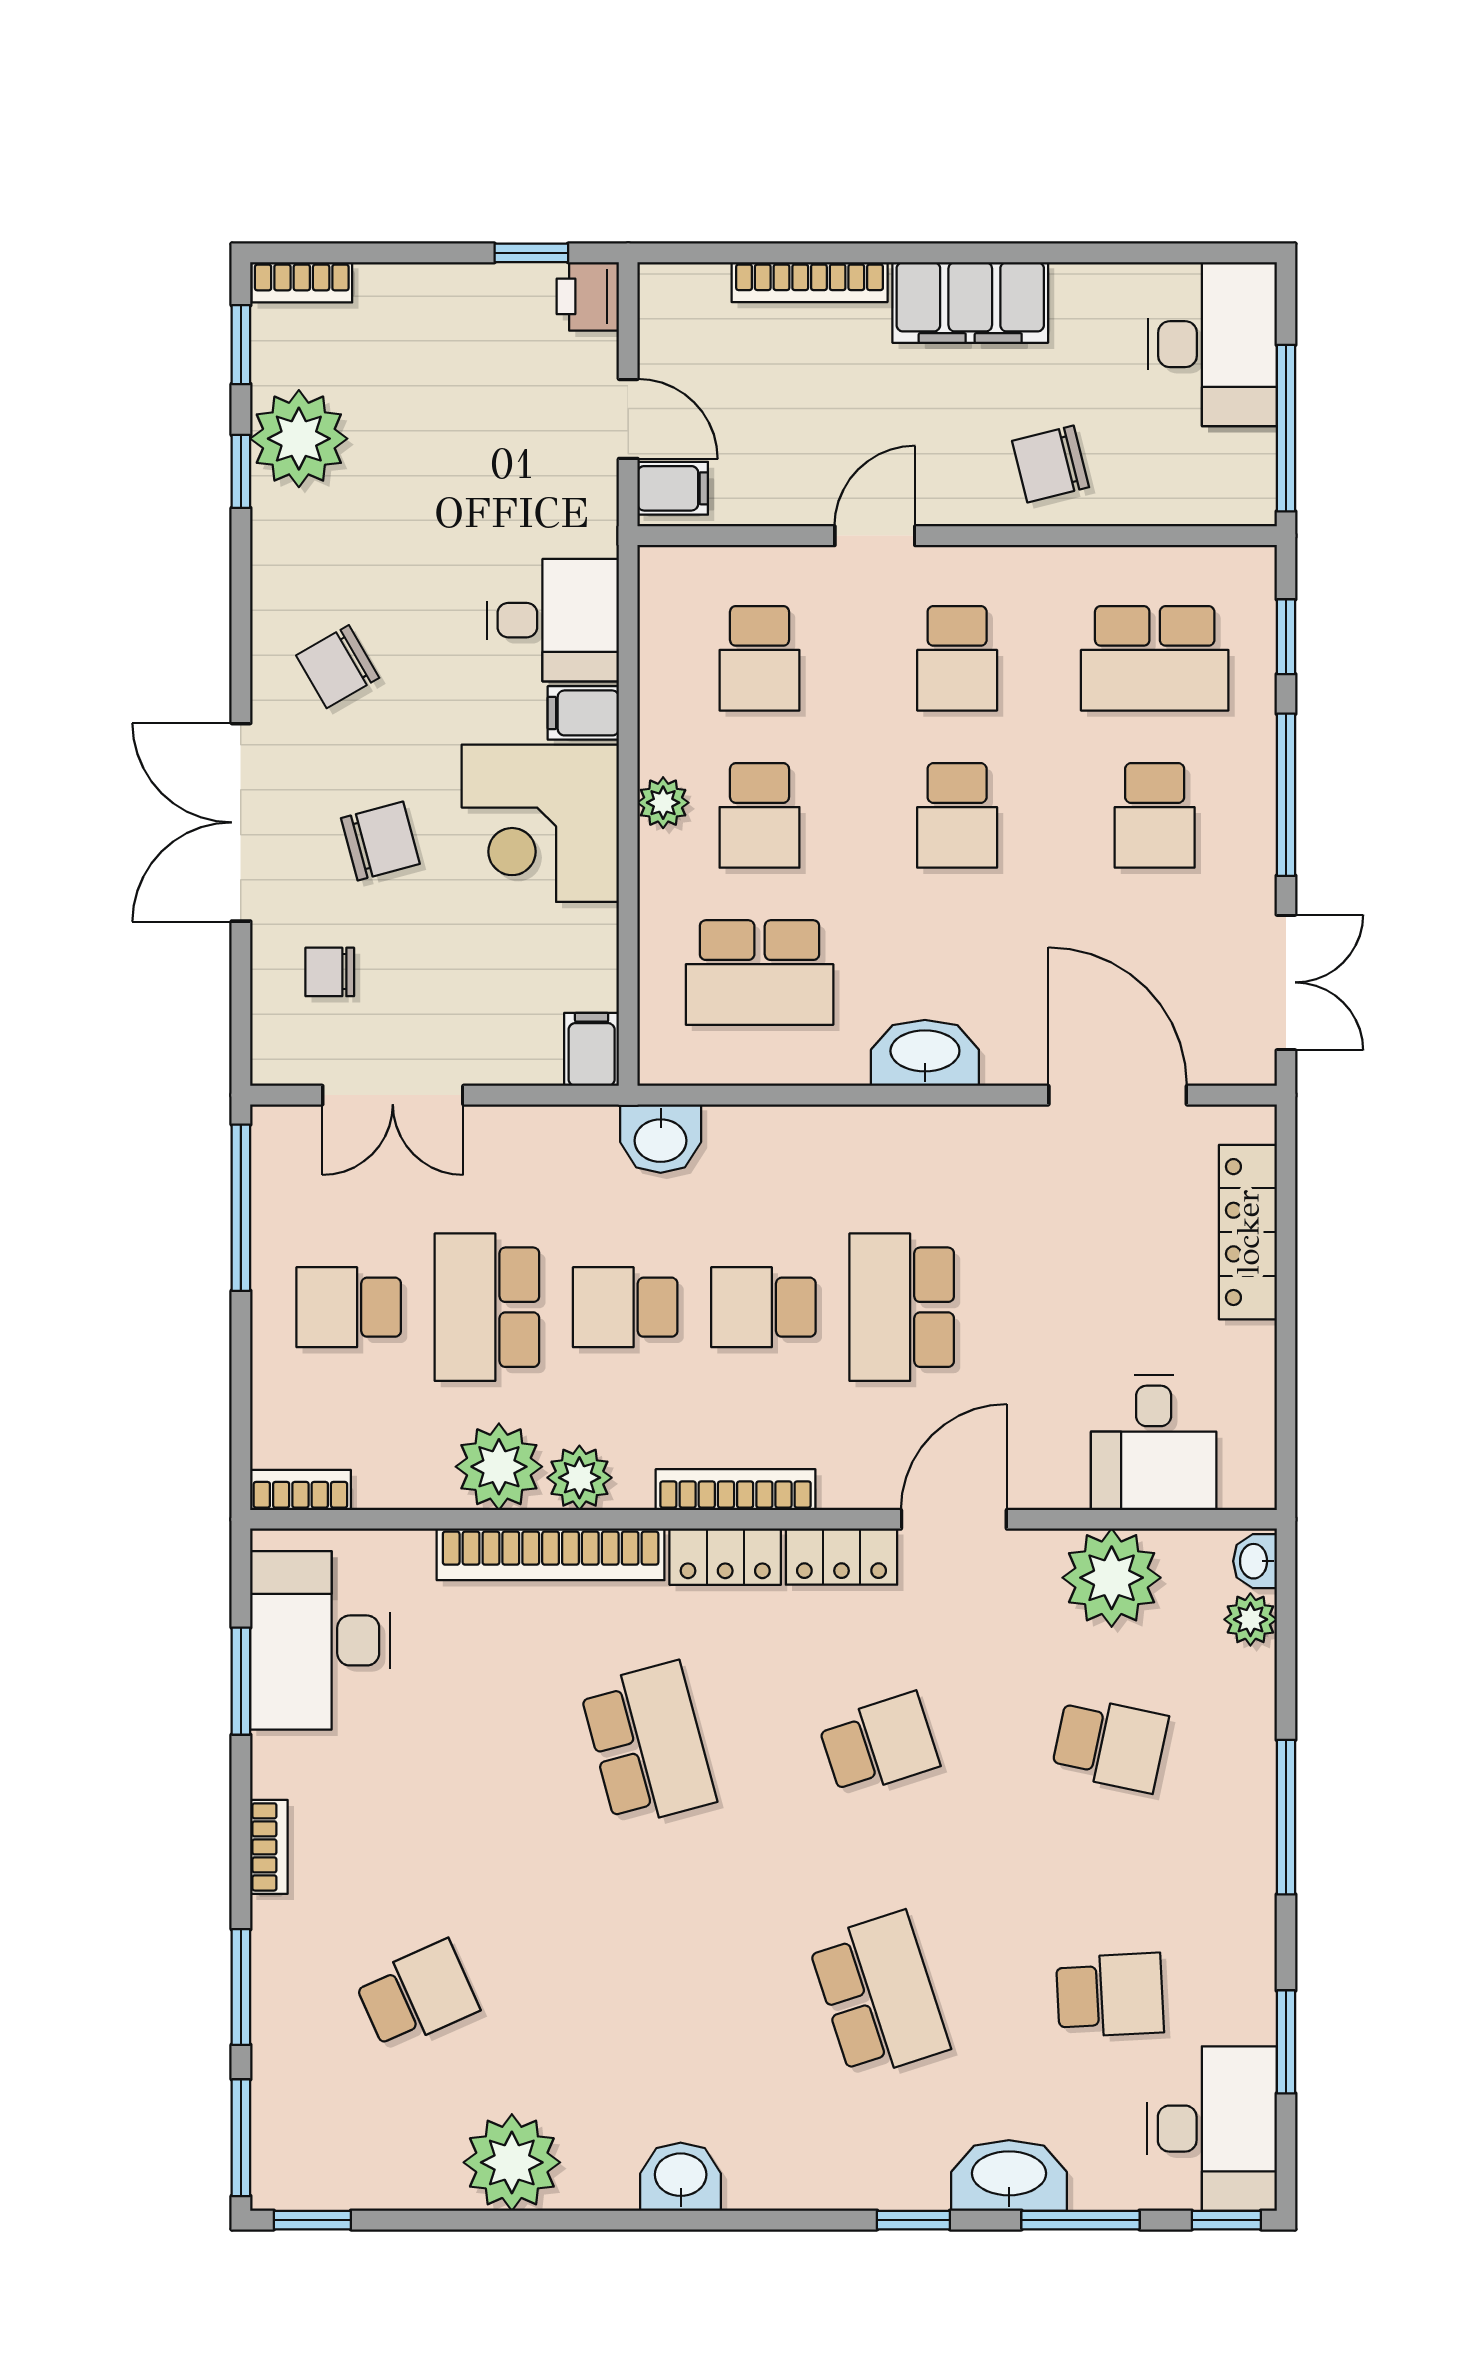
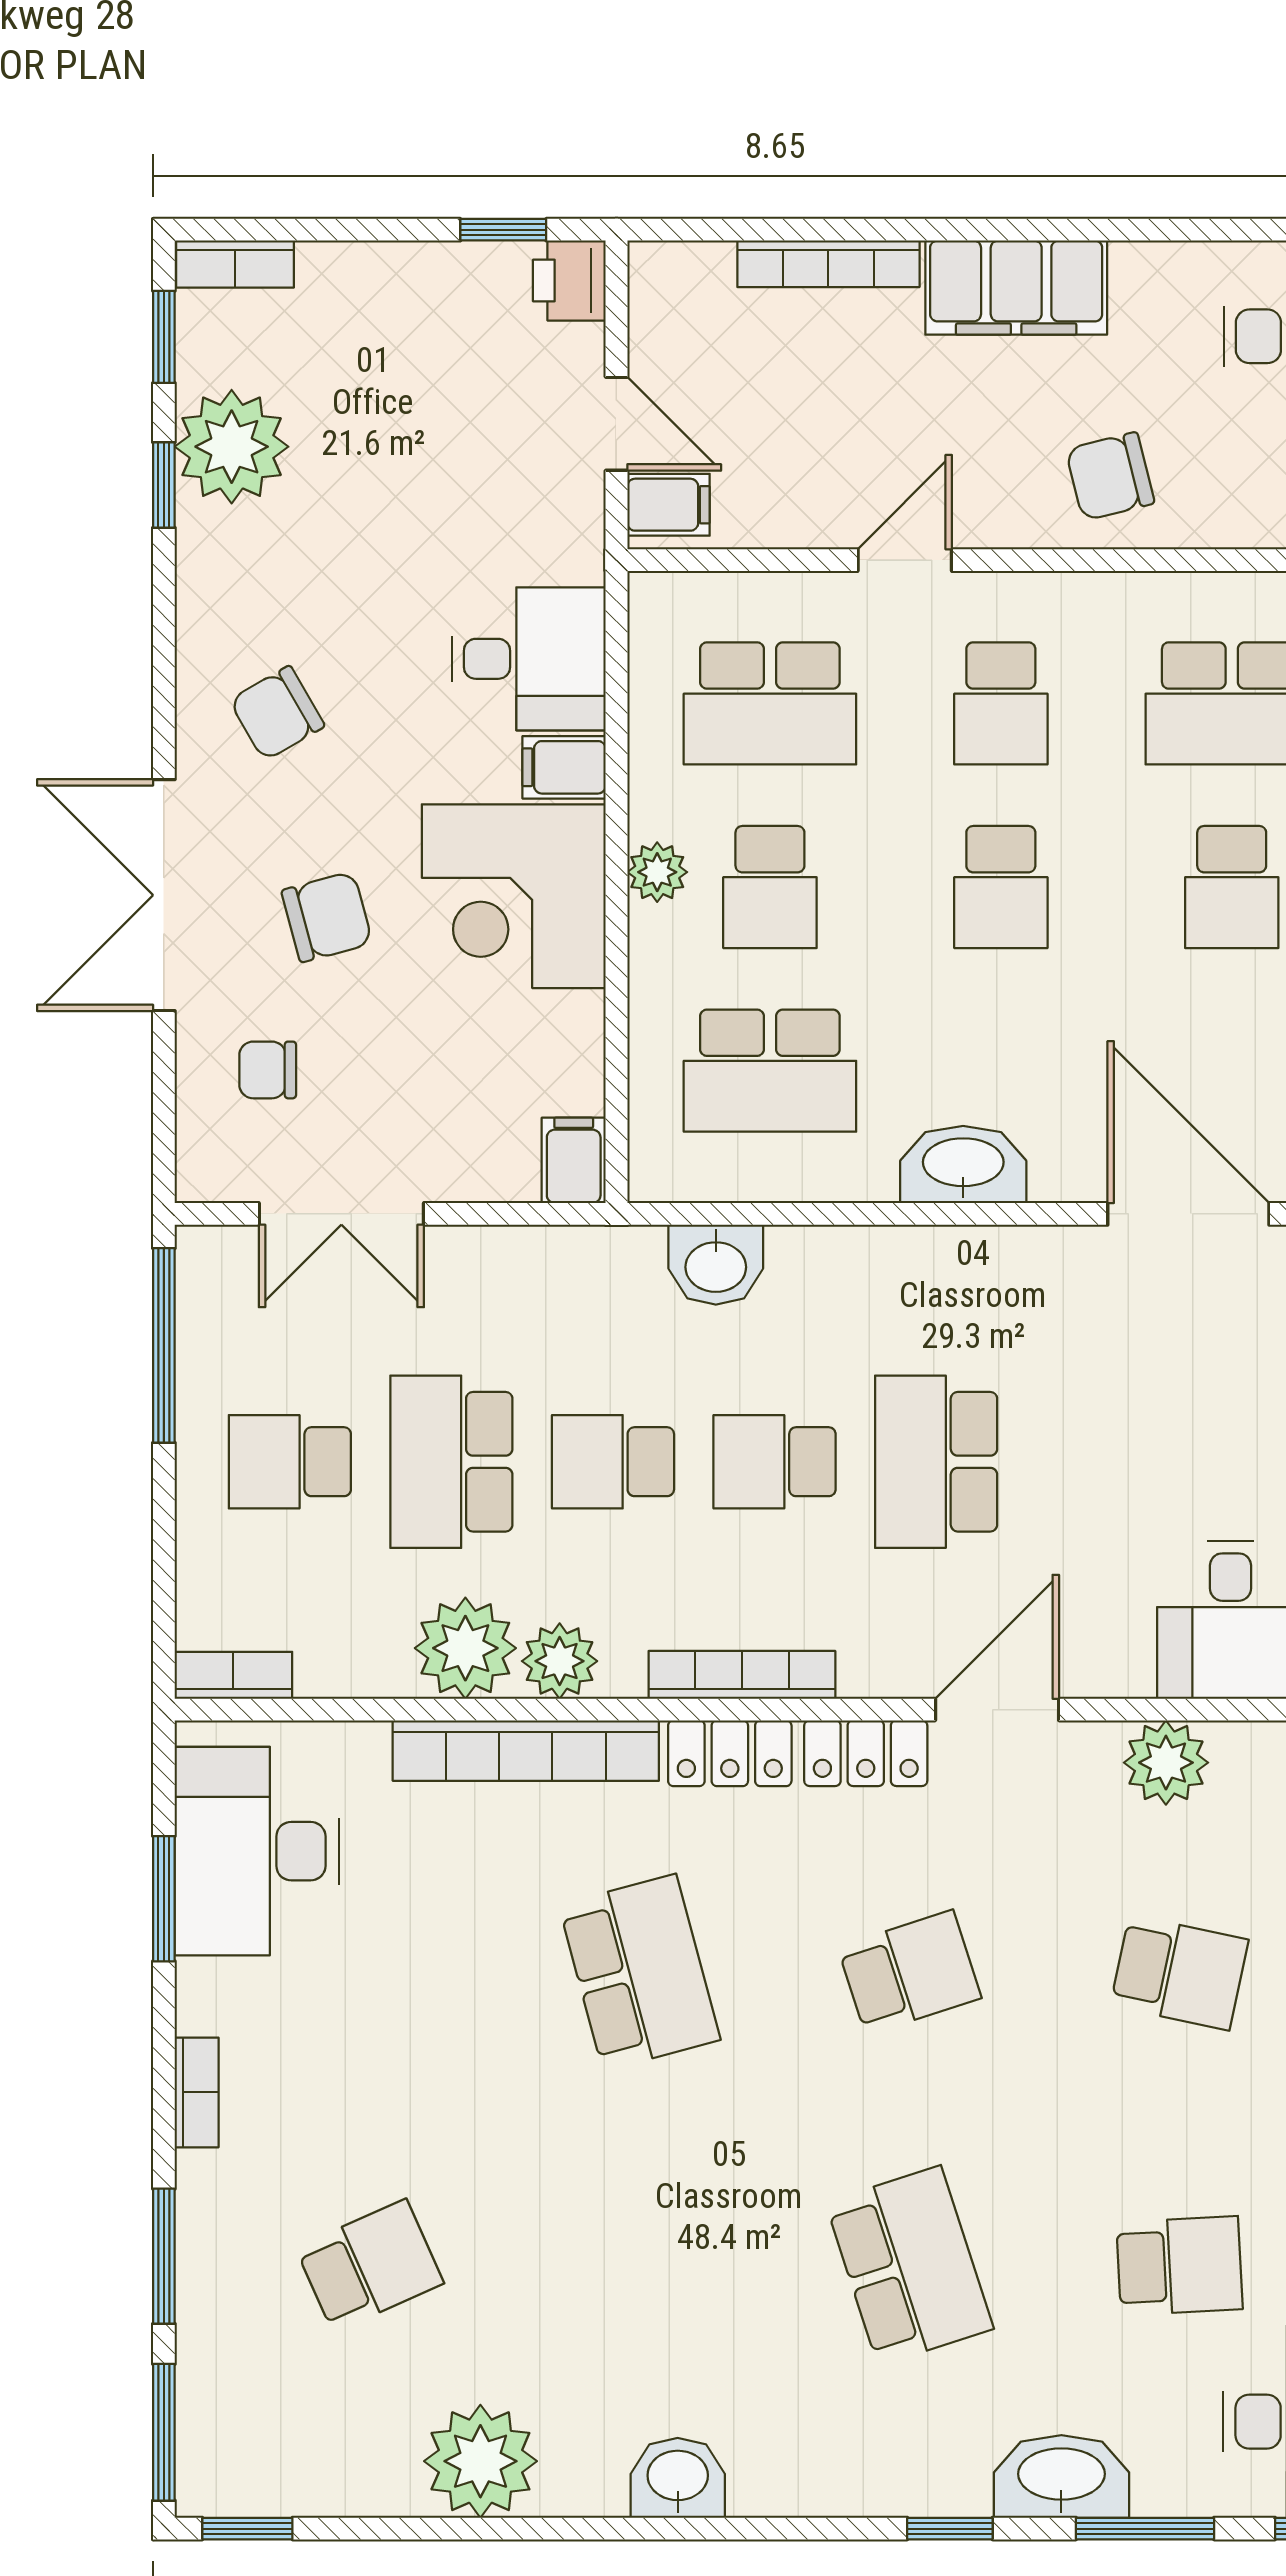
school desk: (760, 658) -> (770, 703), width x1.85
washbasin: (661, 1139) -> (716, 1265), moved
plant: (1112, 1578) -> (1166, 1763), width x0.73, depth x0.73

